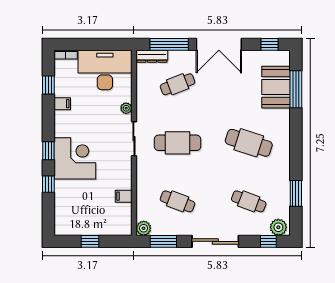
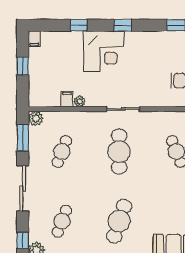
filing cabinet: (62, 104) -> (34, 39), moved
plant: (126, 108) -> (80, 101), moved
window: (48, 151) -> (123, 25), moved

